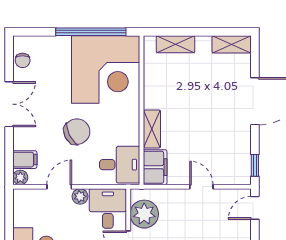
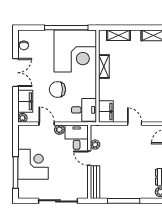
shelving: (152, 129) -> (104, 67), moved
chair: (77, 132) -> (57, 89), turned -153
filing cabinet: (25, 160) -> (25, 101), width x2.00
door: (59, 187) -> (47, 124), hinge flipped
plant: (144, 214) -> (95, 145), width x0.53, depth x0.53

